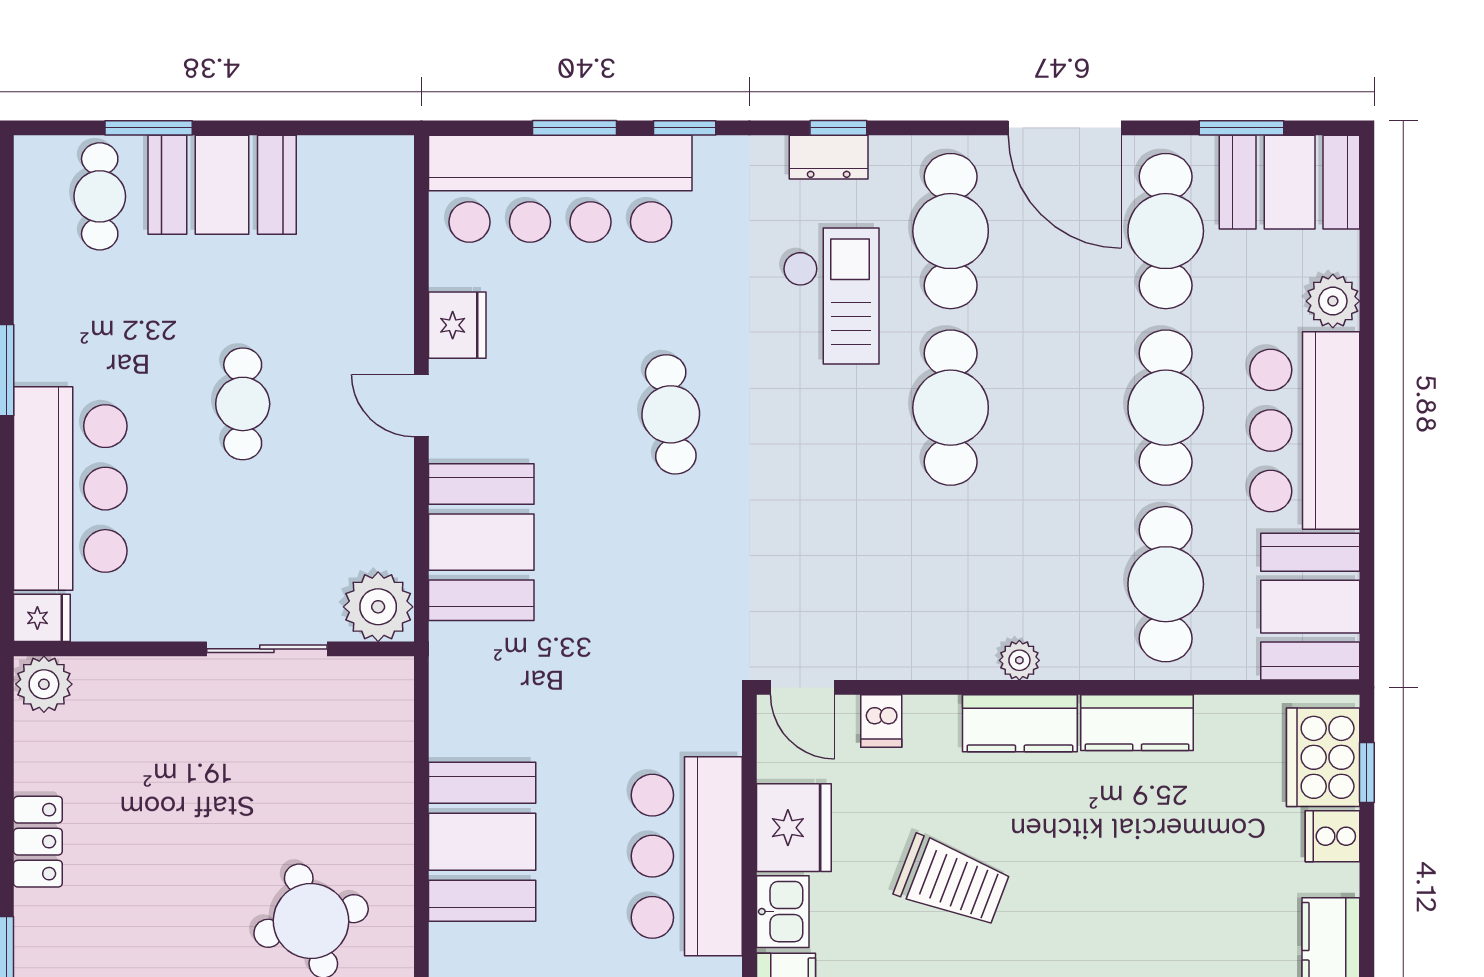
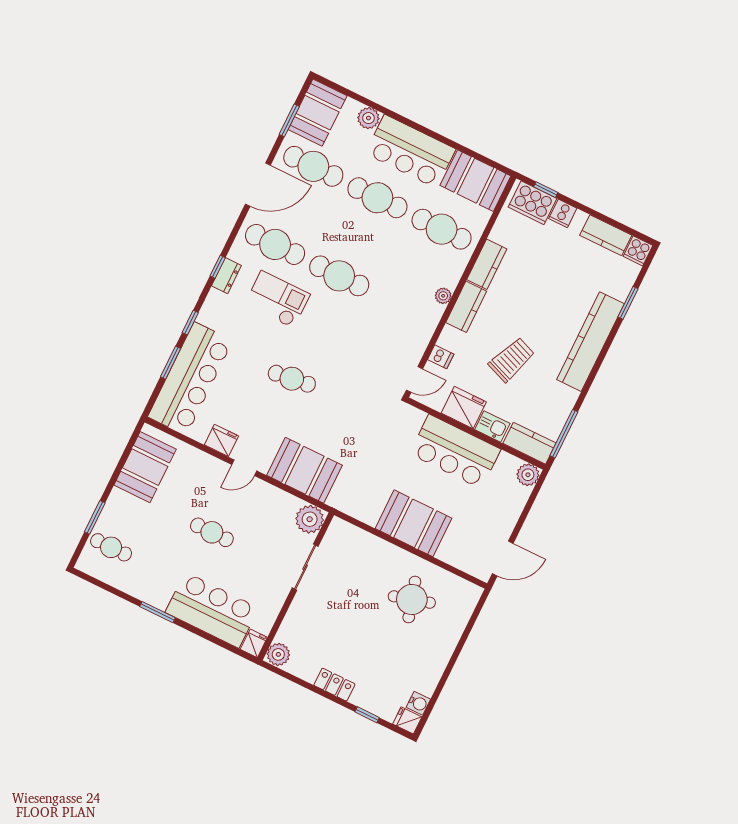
booth: (222, 185) -> (145, 467), moved

